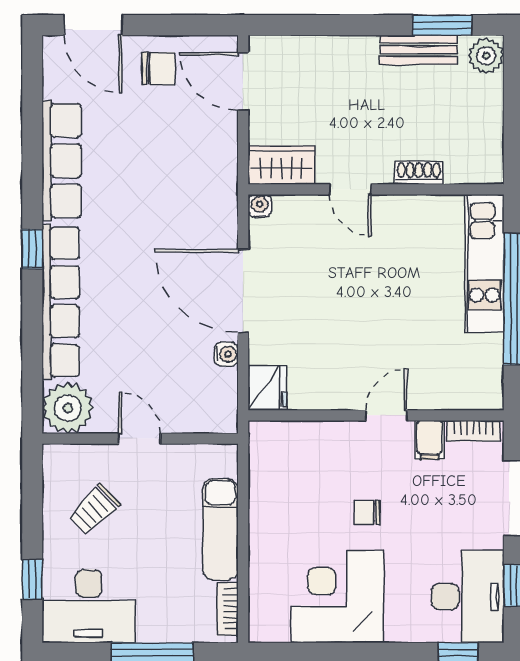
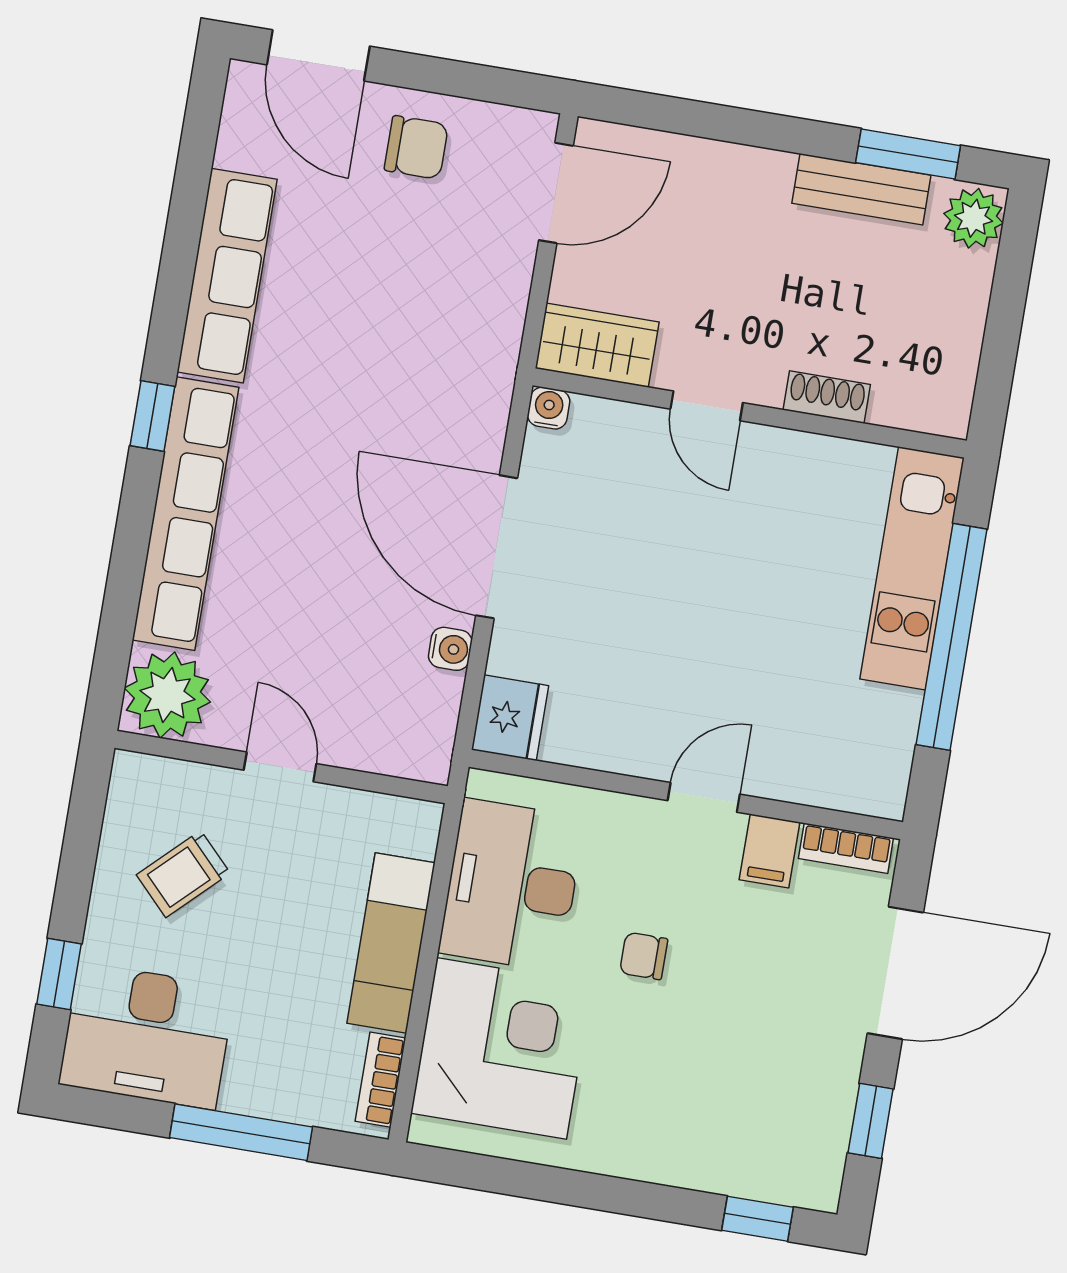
door: (243, 81) -> (556, 193), swing flipped
corner desk: (338, 597) -> (501, 1048), moved, turned 90
desk: (468, 597) -> (512, 885), moved, turned 180

